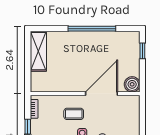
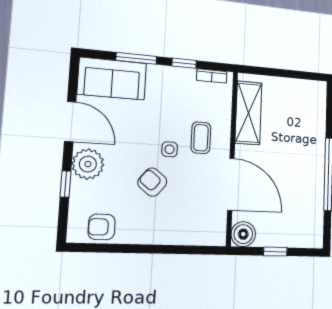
shelving: (38, 51) -> (249, 113), moved, turned 90
window: (142, 51) -> (275, 252), moved

